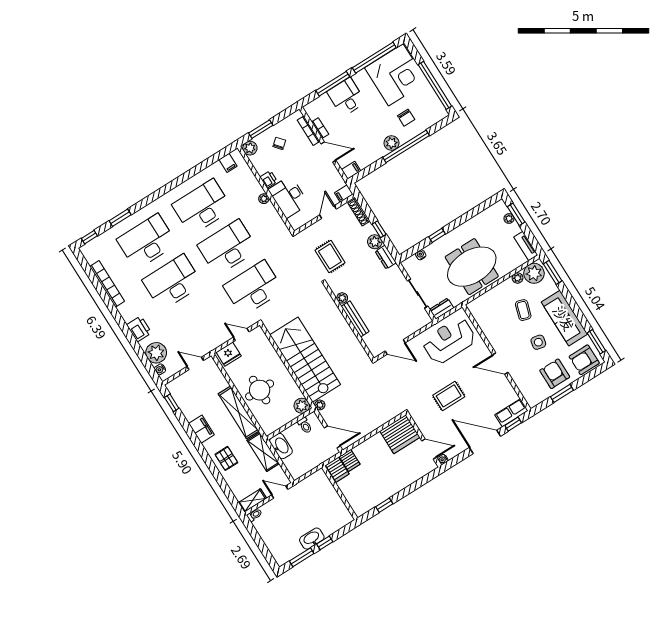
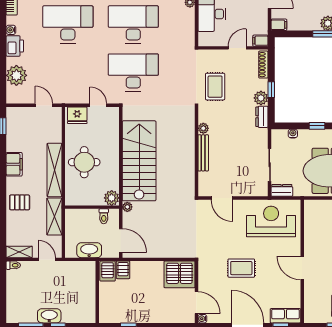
water cooler: (160, 369) -> (11, 30), moved
washbasin: (281, 446) -> (89, 250), moved, turned -90
pallet: (226, 458) -> (20, 202), turned 90

